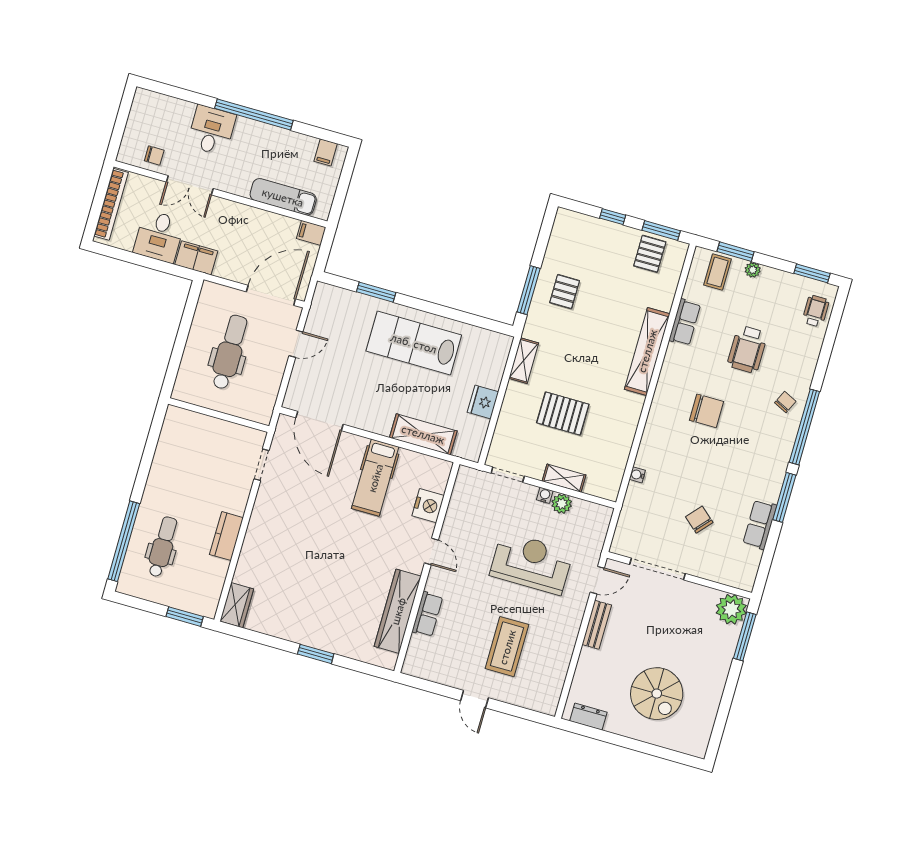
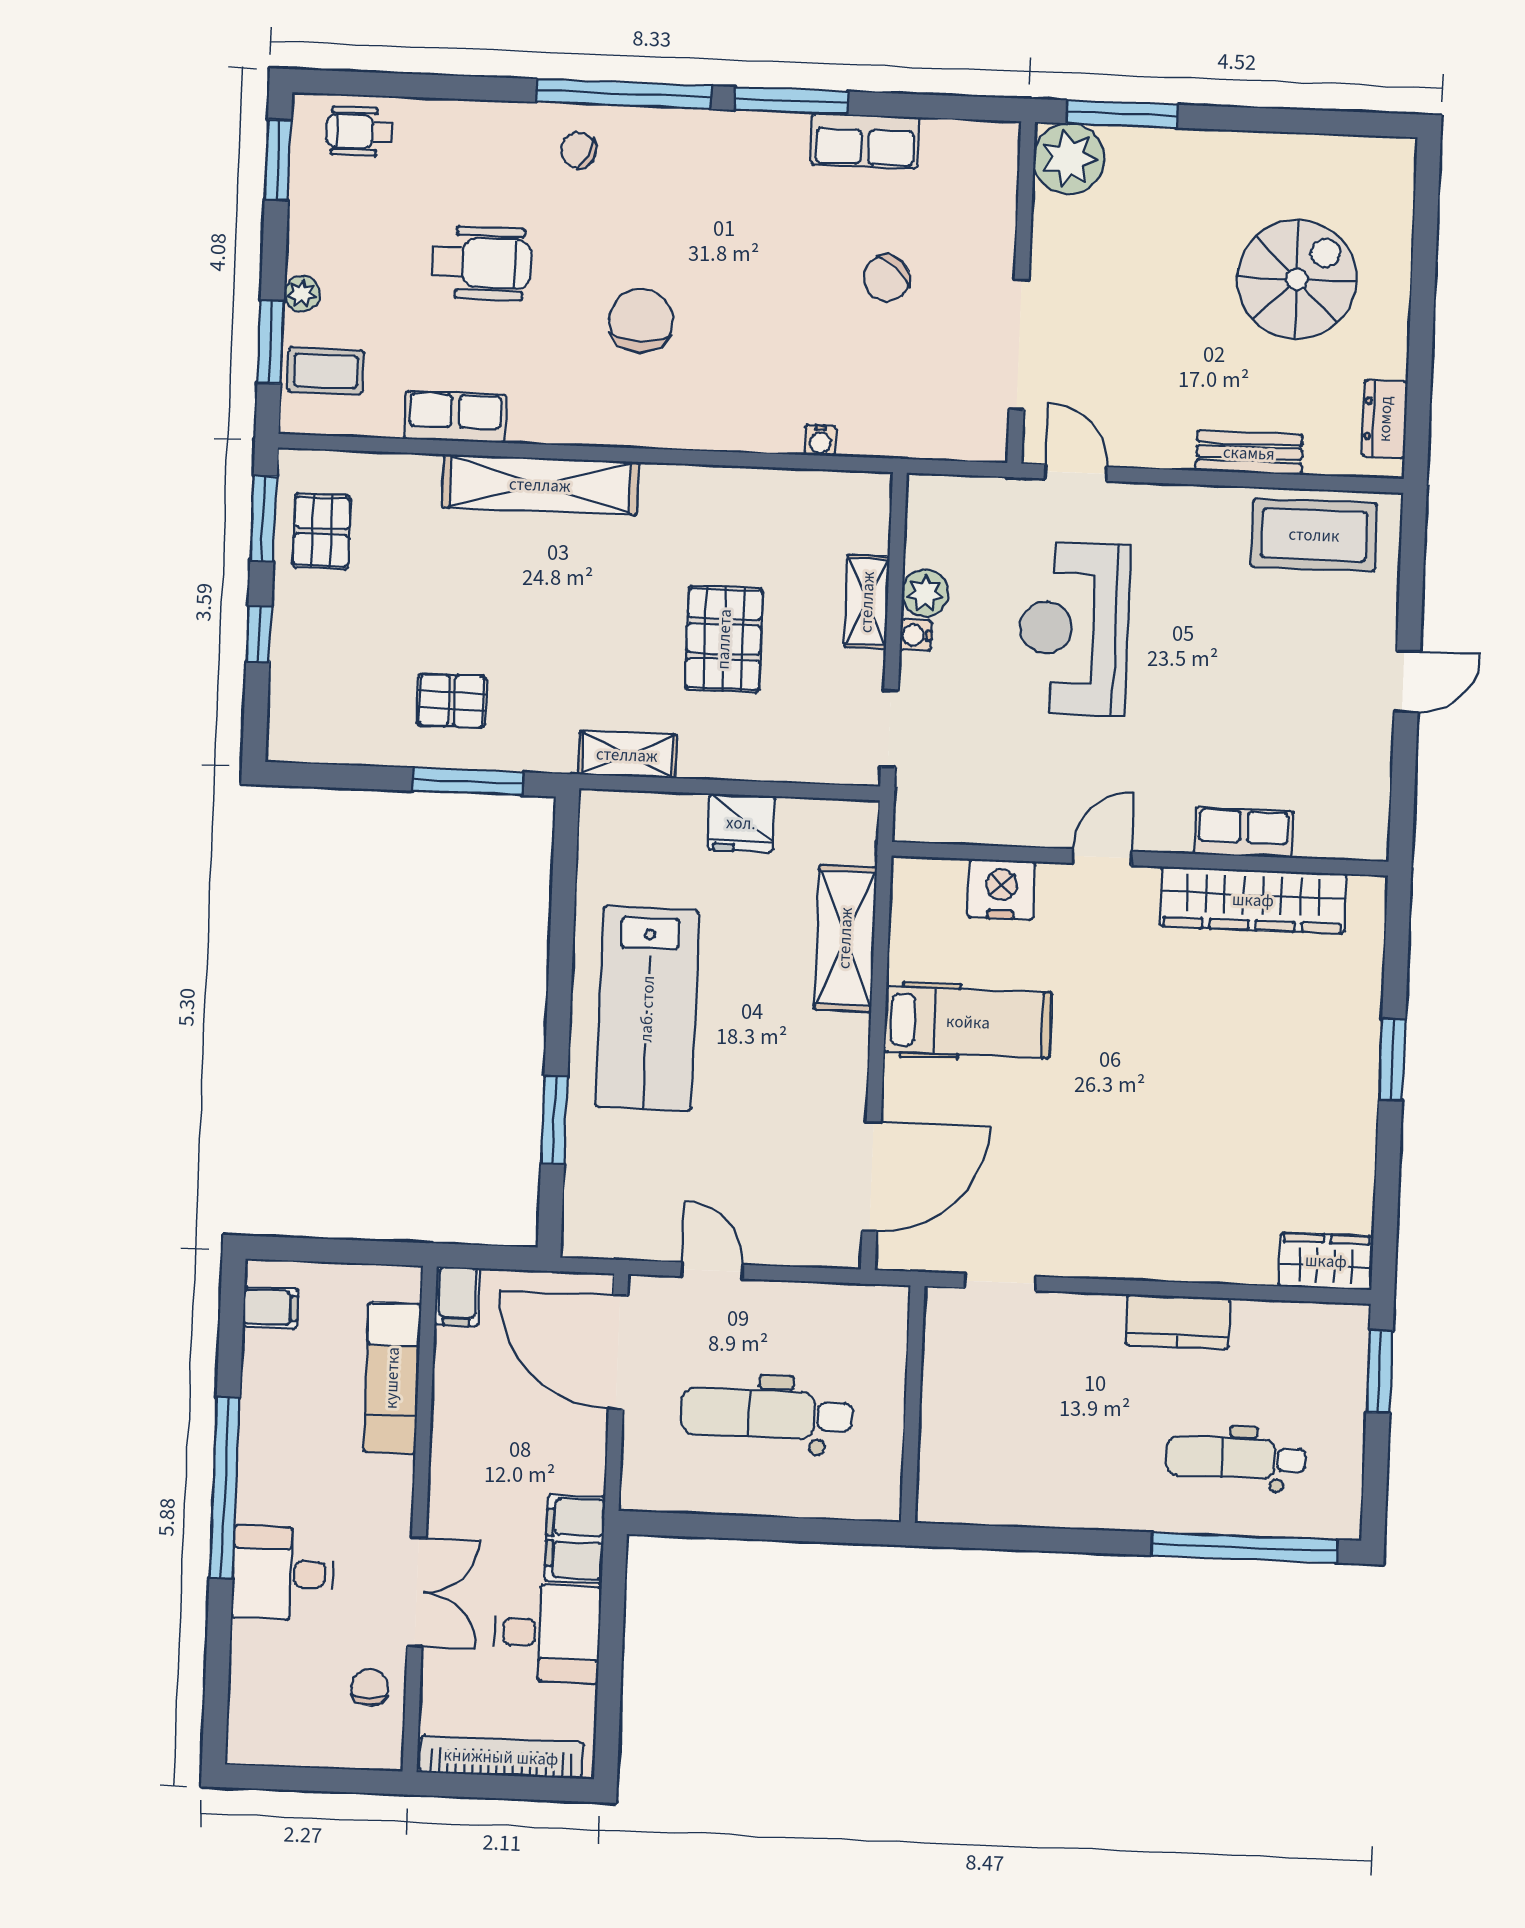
pallet: (650, 254) -> (322, 531), turned 90
bench: (597, 625) -> (1249, 453), moved
coffee table: (507, 647) -> (1314, 535), moved

